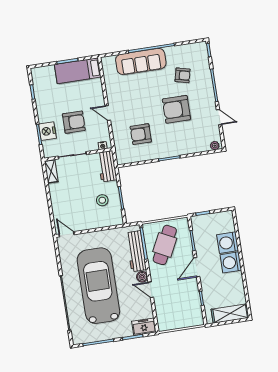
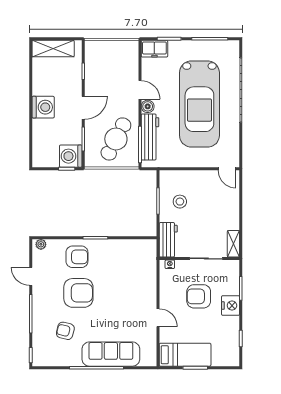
door: (108, 113) -> (158, 318), moved
nightstand: (47, 131) -> (231, 306), moved
armchair: (141, 134) -> (77, 257), moved
washing machine: (228, 243) -> (71, 156), moved, turned 180

